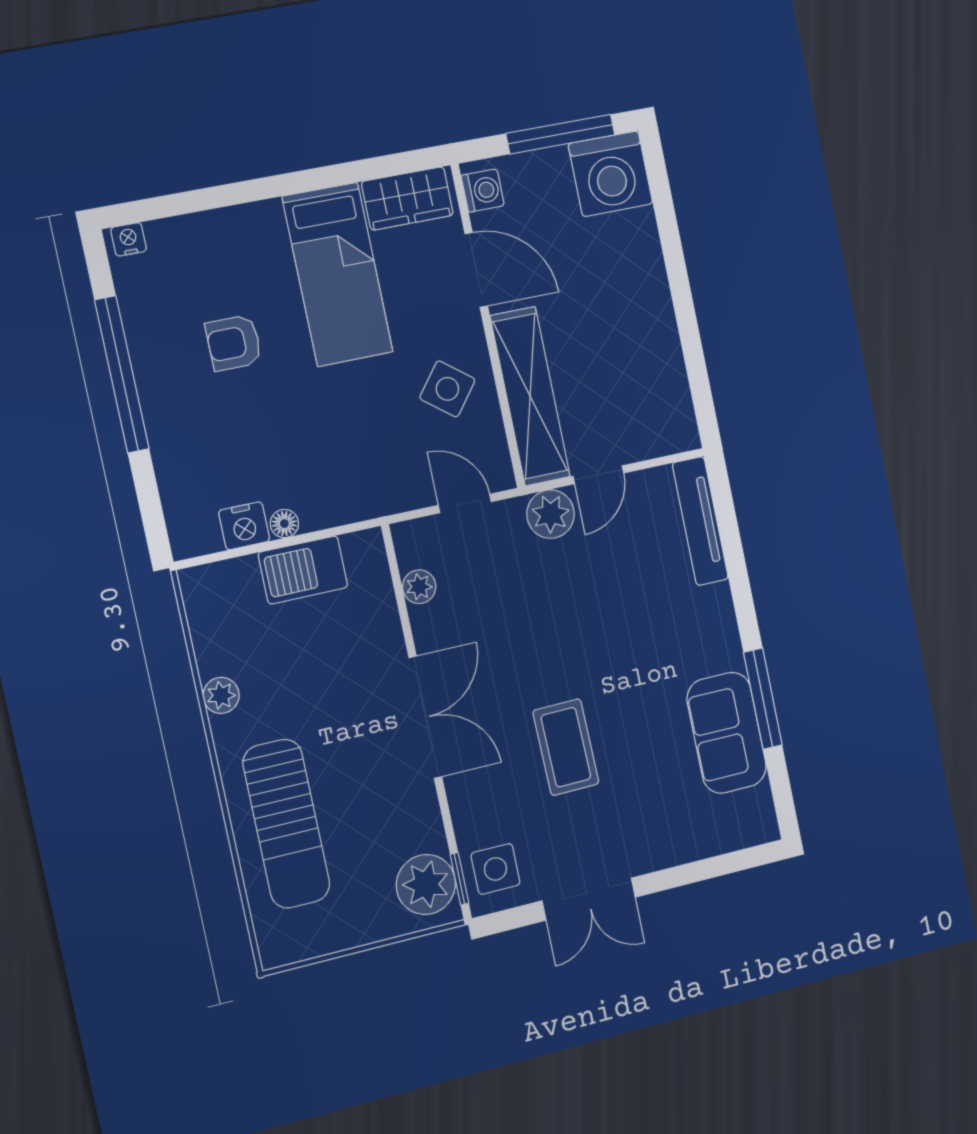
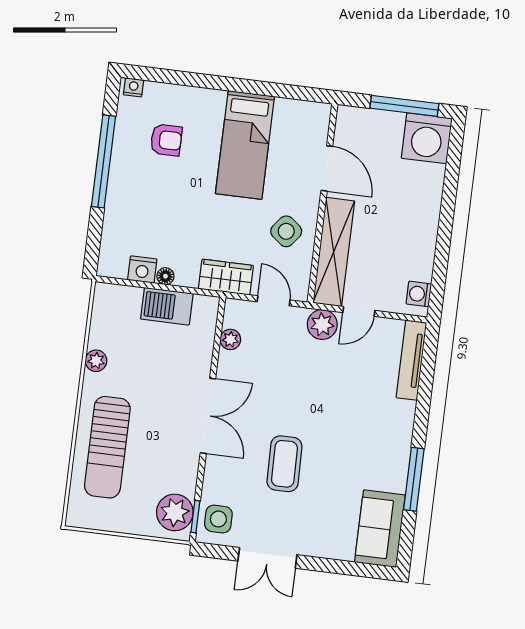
washing machine: (483, 191) -> (419, 294), moved, turned 180
wardrobe: (407, 198) -> (226, 277), moved, turned 180
armchair: (234, 343) -> (166, 140), moved, turned 180
sofa: (727, 733) -> (380, 529), moved

